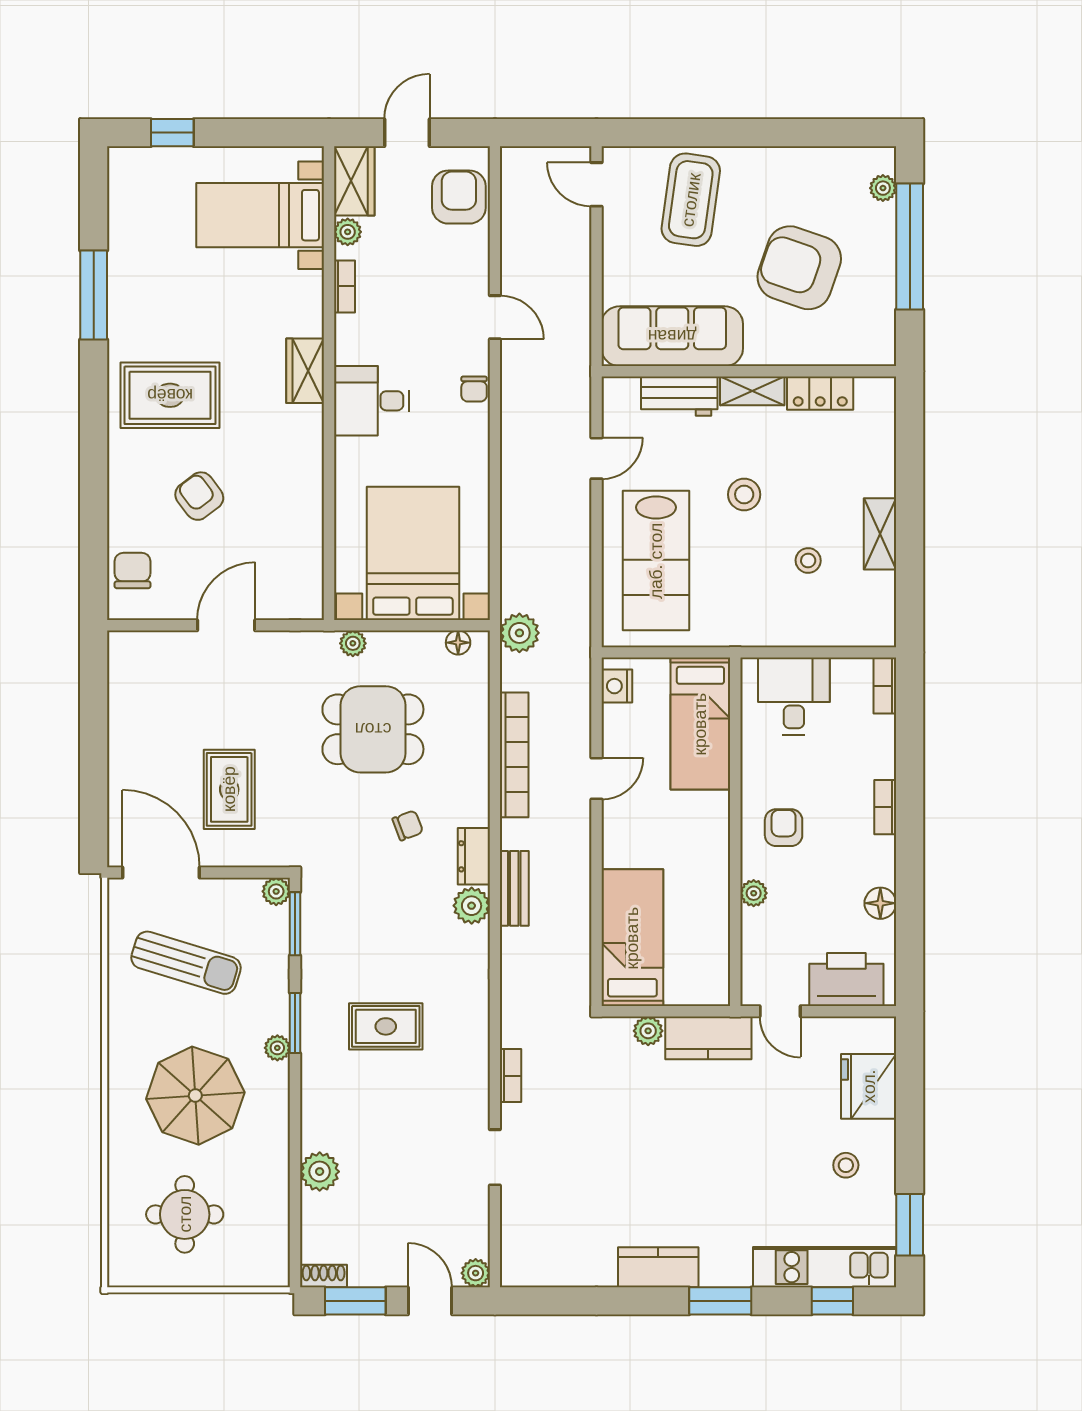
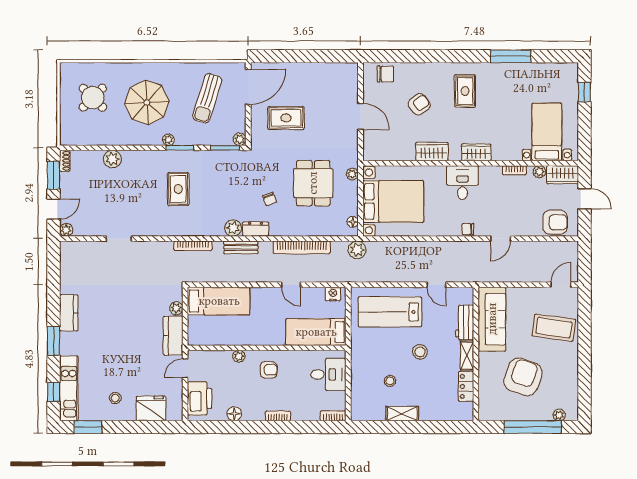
rug: (170, 395) -> (465, 91), width x0.73, depth x0.70
wardrobe: (303, 468) -> (432, 152), added
bookcase: (511, 1076) -> (193, 246), moved, width x1.56
round table: (185, 1214) -> (93, 98), turned 45

